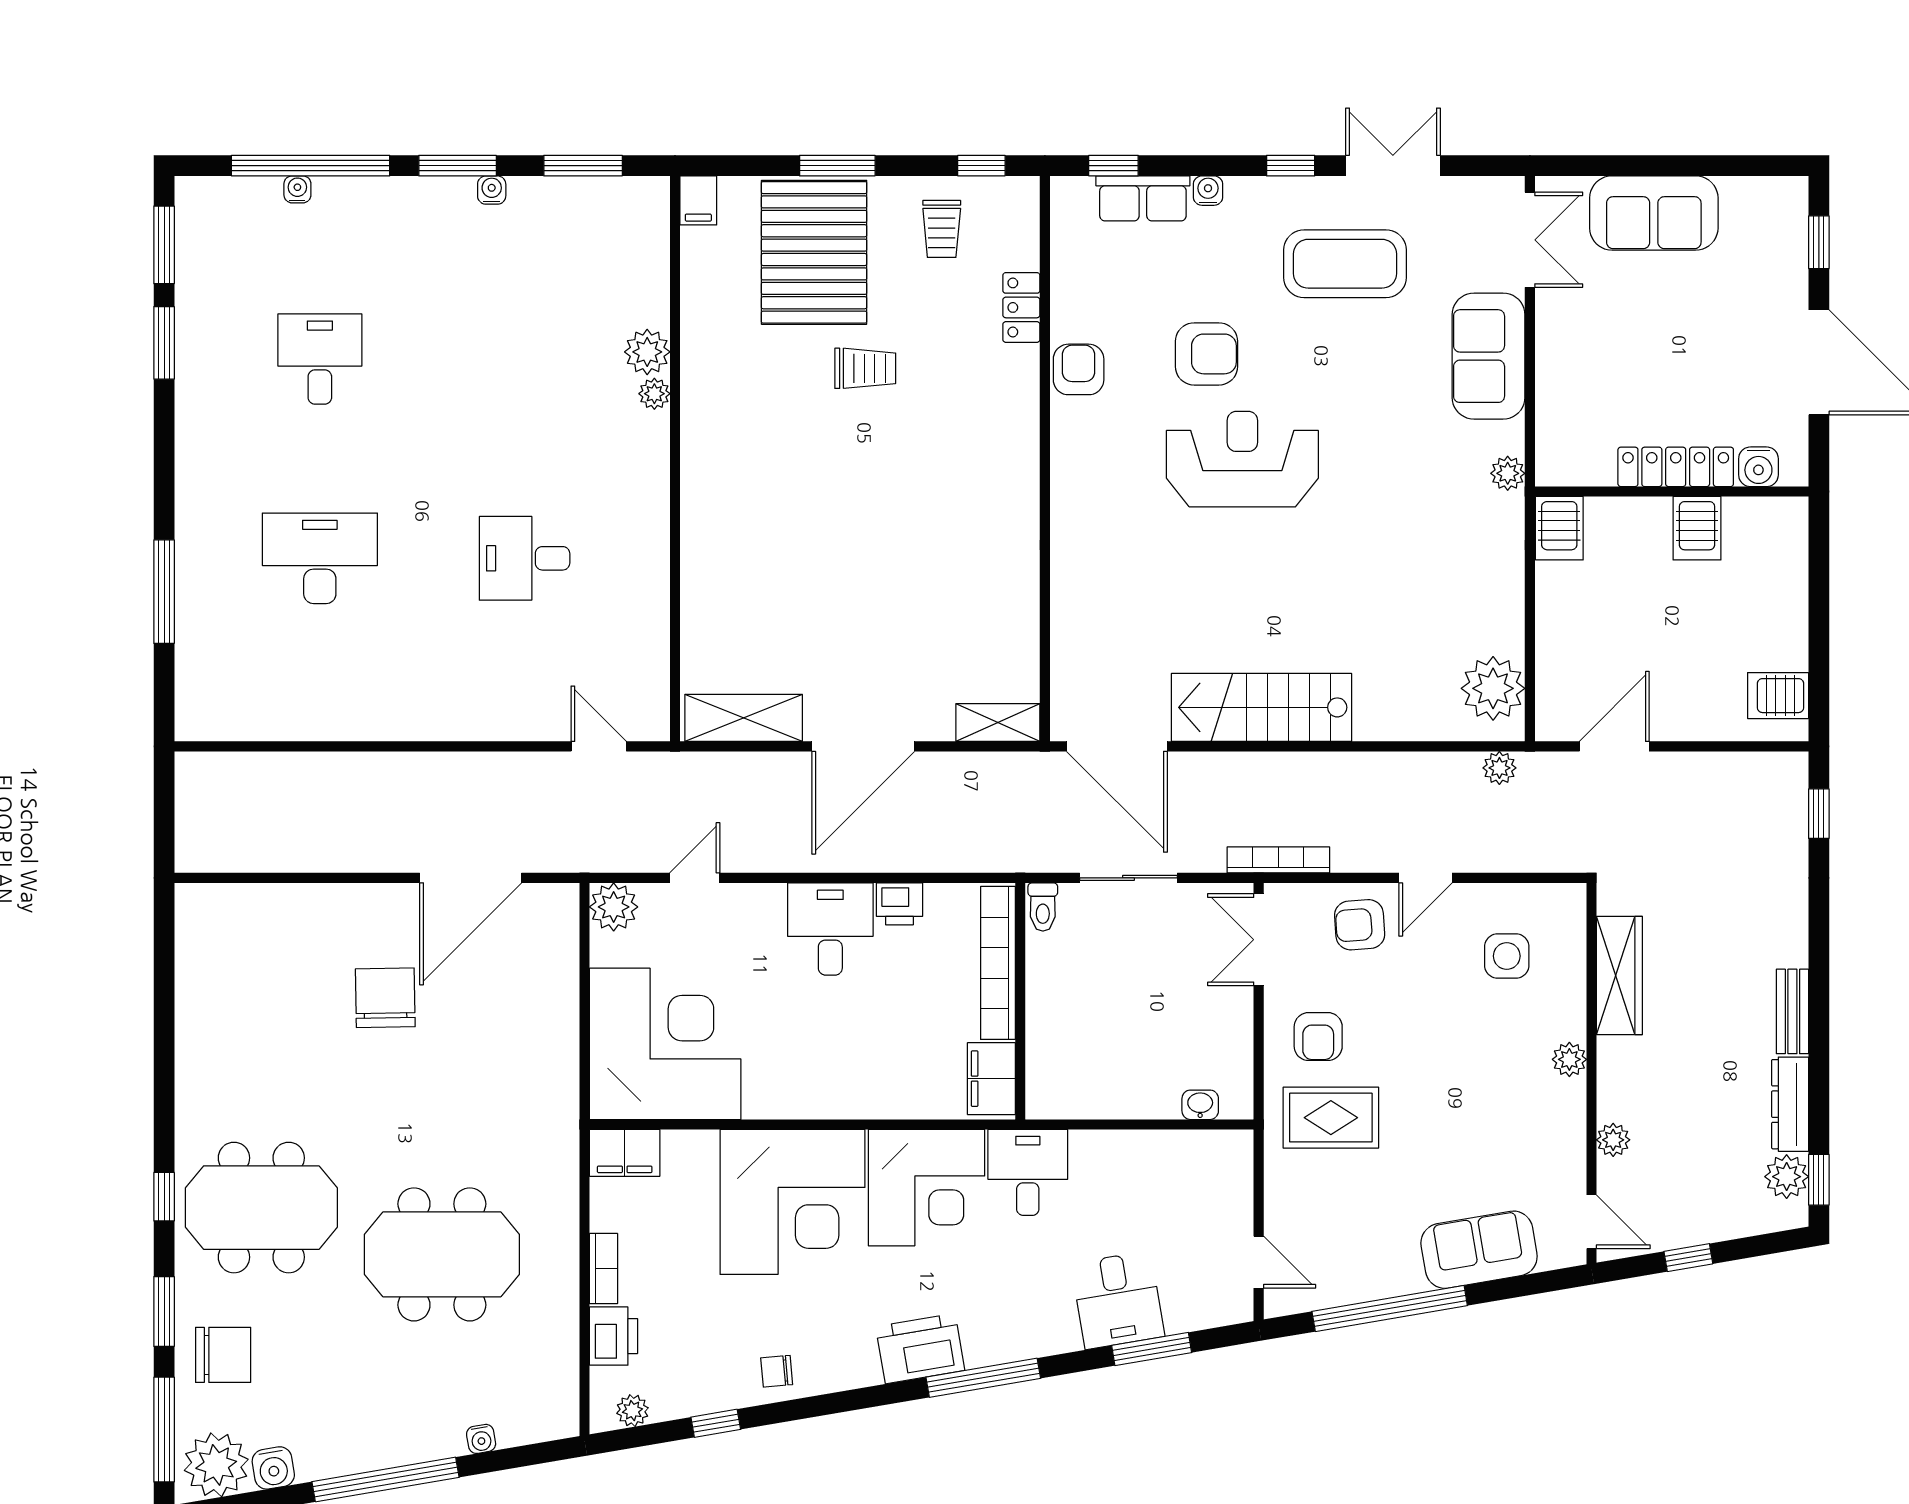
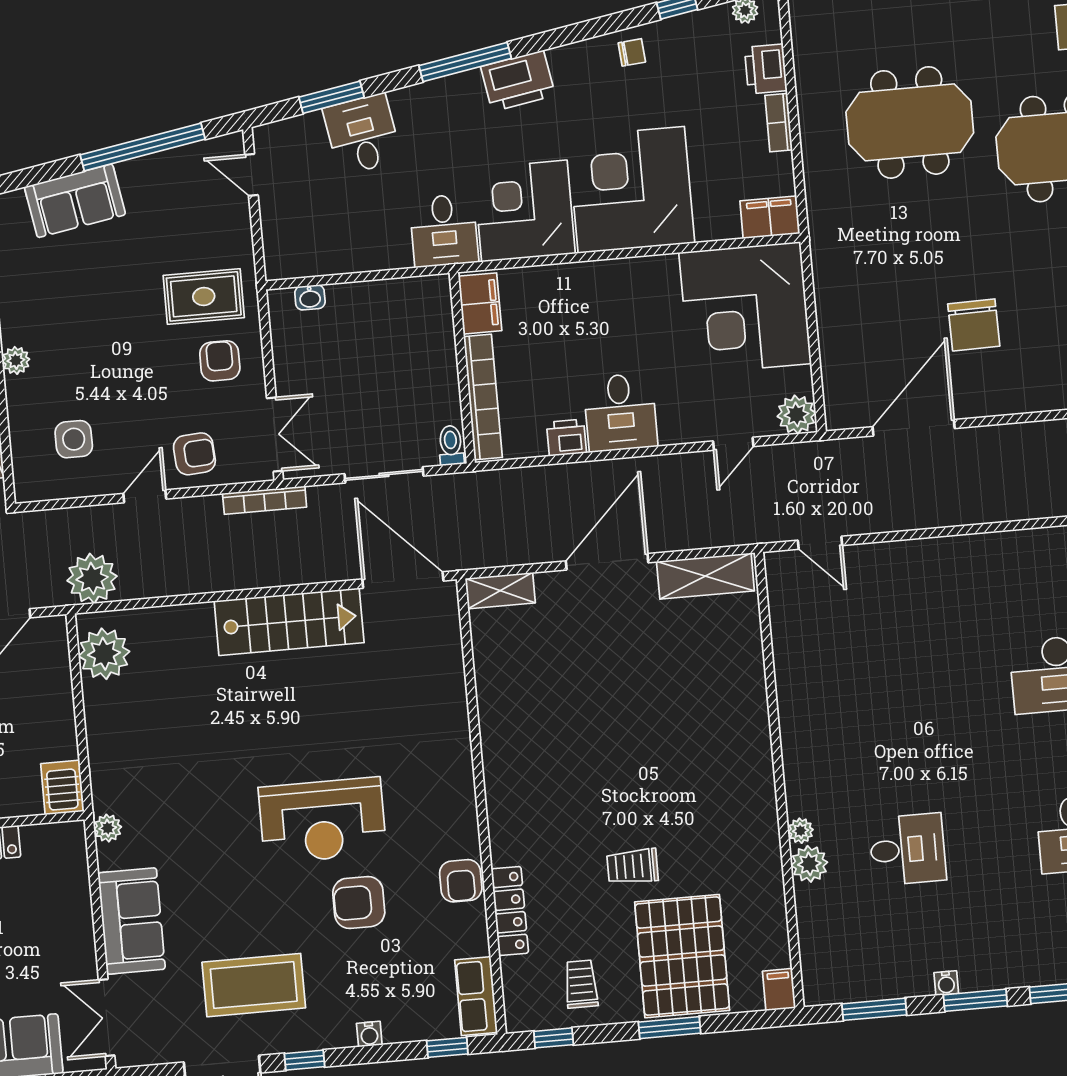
row of seats: (1143, 198) -> (476, 996), moved, turned -90
locker: (1021, 307) -> (510, 911), width x1.53
desk: (525, 558) -> (908, 849), moved
plant: (1499, 768) -> (92, 578), width x1.88, depth x1.88

